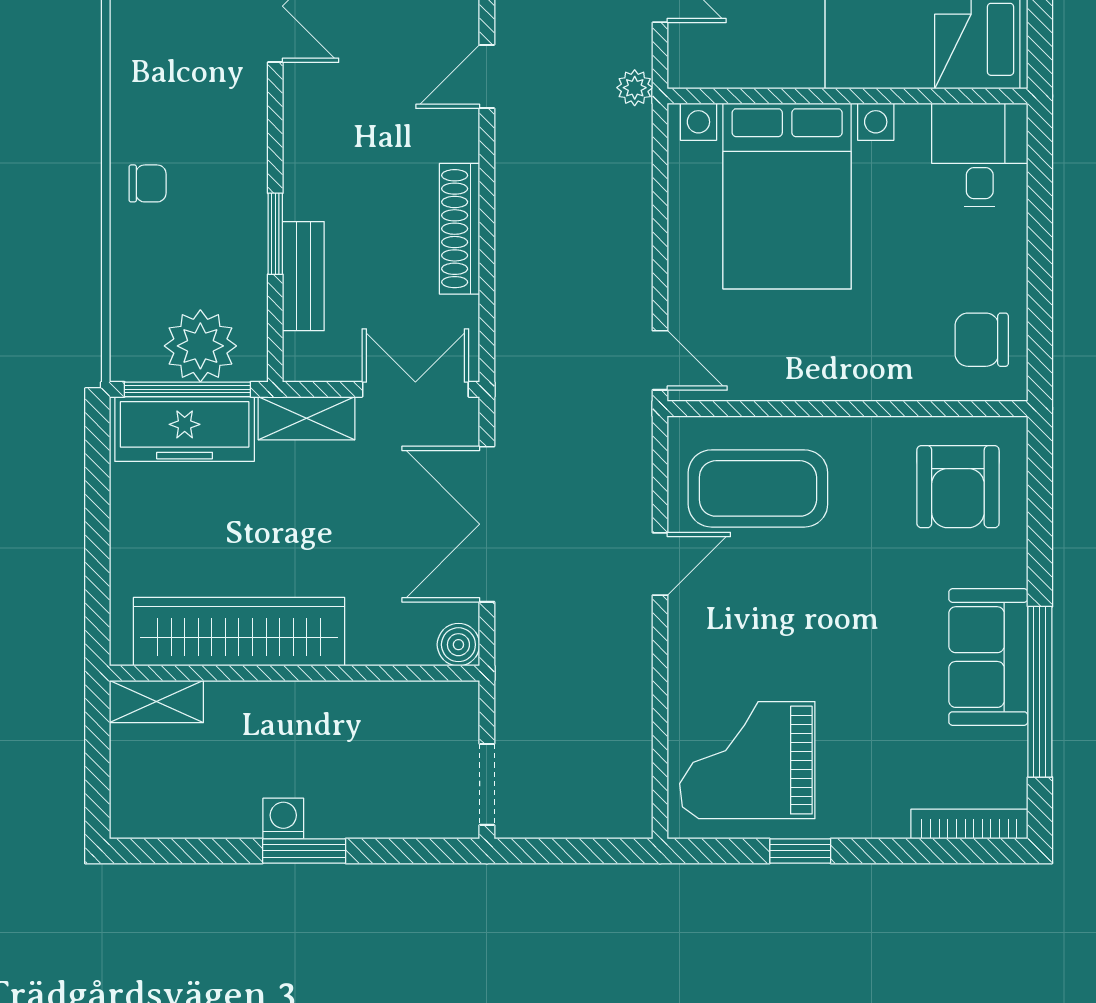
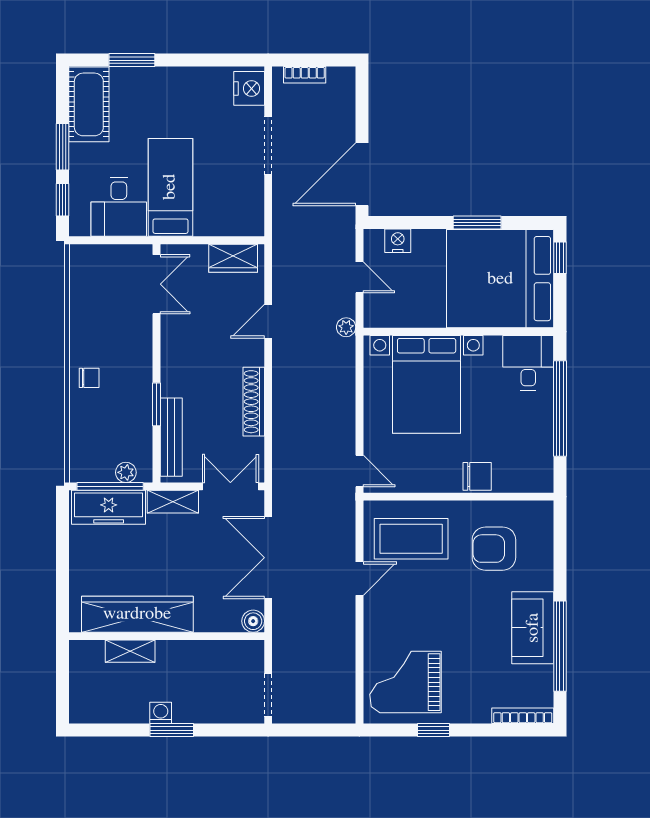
window: (1040, 242) -> (560, 409), added
bench: (303, 276) -> (171, 437), width x1.36
chair: (982, 340) -> (477, 476), moved, turned 180
plant: (200, 346) -> (126, 472), width x0.53, depth x0.53
armchair: (958, 487) -> (494, 549), moved, turned 90
shelving: (156, 701) -> (130, 651), moved

